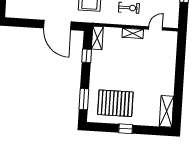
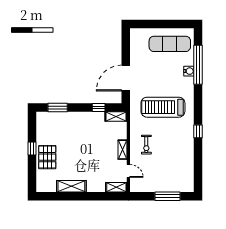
shelving: (172, 42) -> (116, 187), added
pallet: (115, 103) -> (47, 157), moved, width x0.73, depth x0.71
shelving: (167, 111) -> (71, 186), moved

